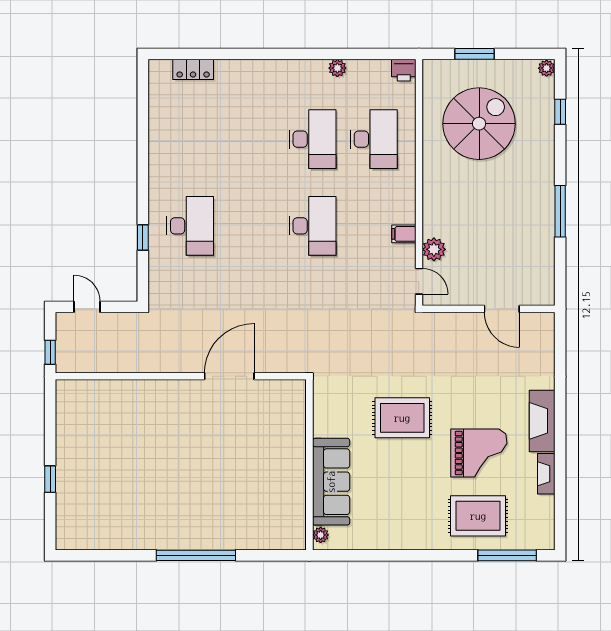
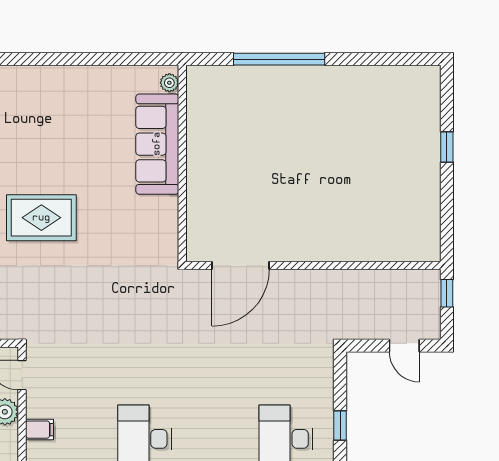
wall: (309, 465) -> (182, 164), moved
sofa: (331, 482) -> (157, 144), moved
plant: (321, 535) -> (169, 83), moved

